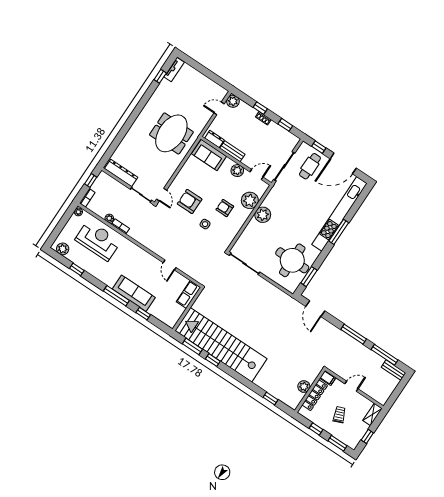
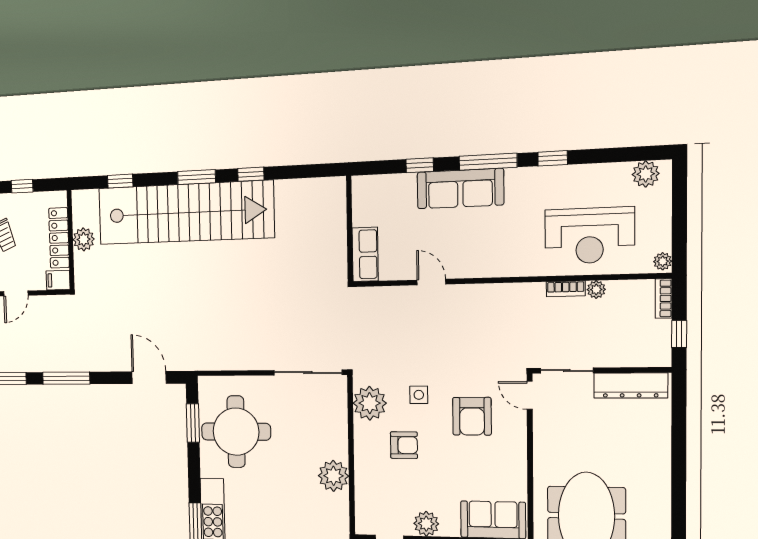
plant: (250, 200) -> (370, 403), moved
armchair: (190, 201) -> (472, 416), turned 90
window: (77, 269) -> (553, 158), moved
stairs: (221, 345) -> (185, 213), moved
window: (192, 346) -> (197, 177), moved

